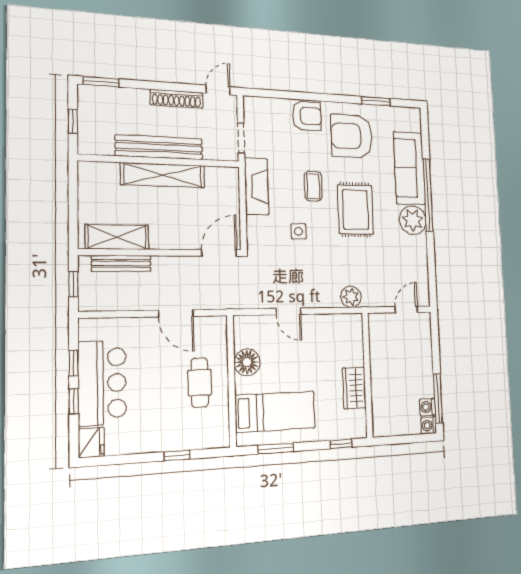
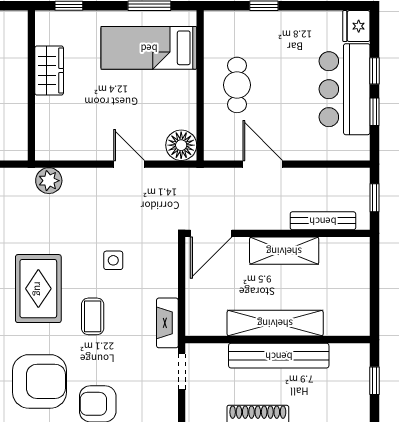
fireplace: (257, 186) -> (167, 323), width x0.73, depth x0.76
shelving: (117, 237) -> (284, 251), moved
floor lamp: (247, 362) -> (181, 145), moved

